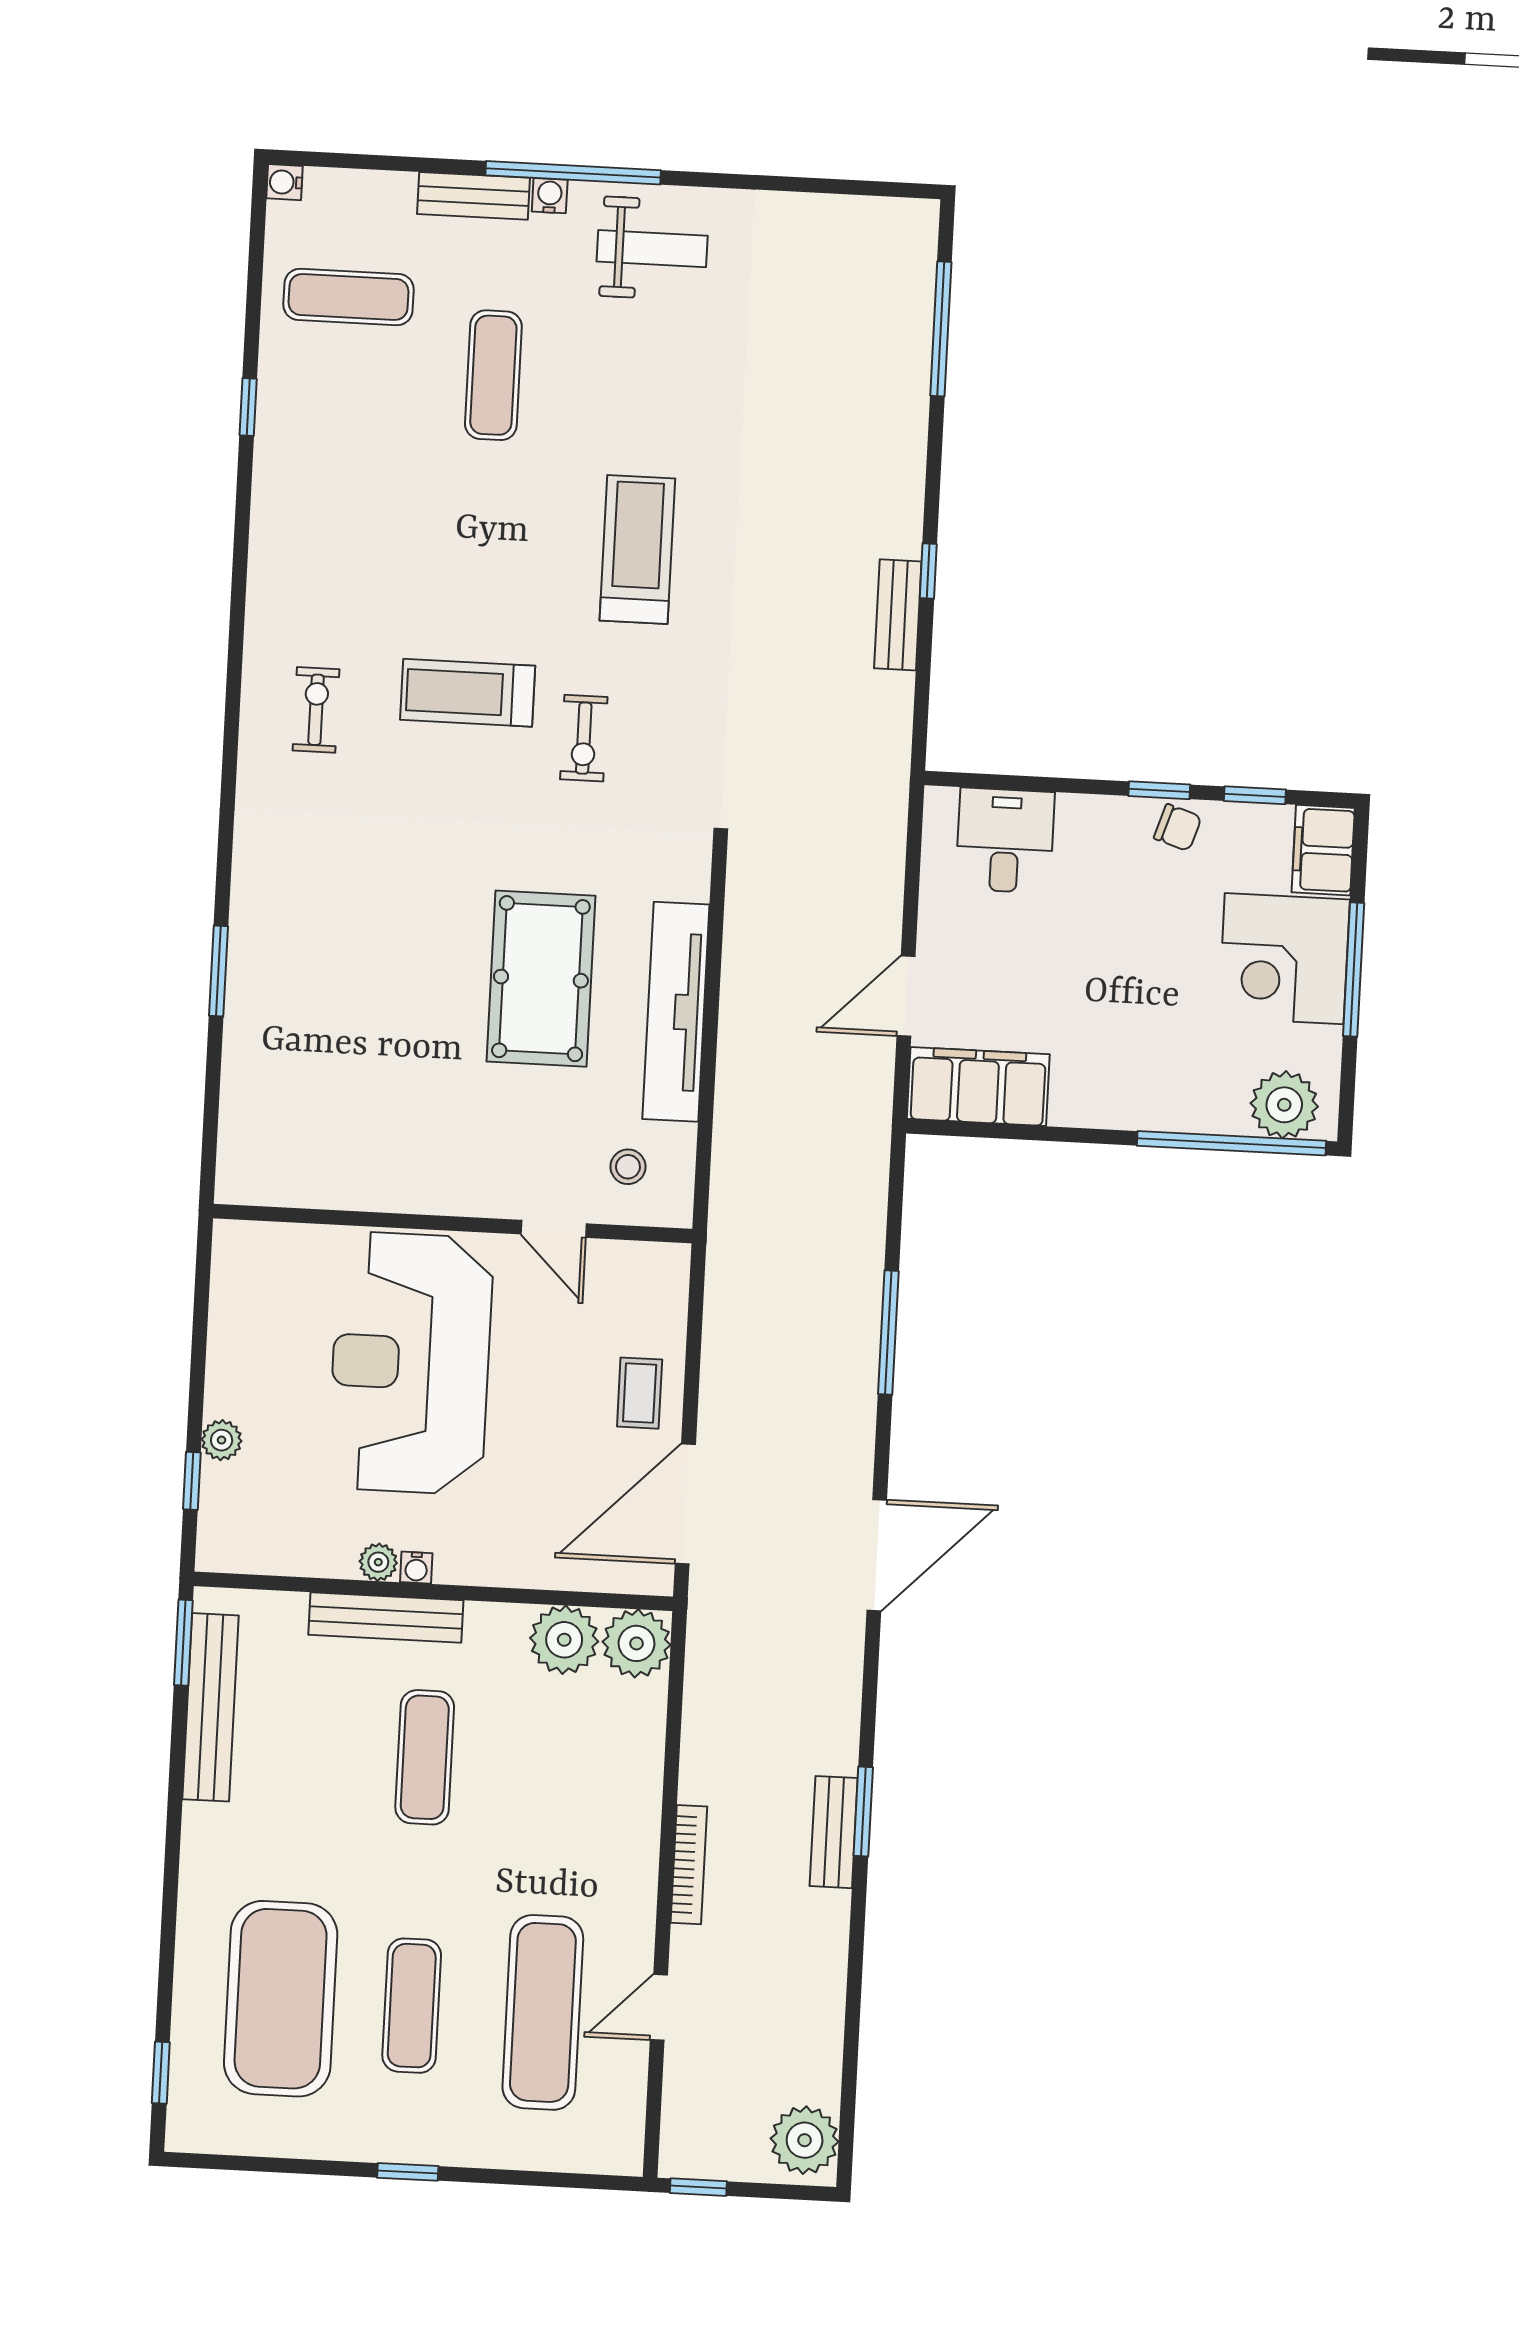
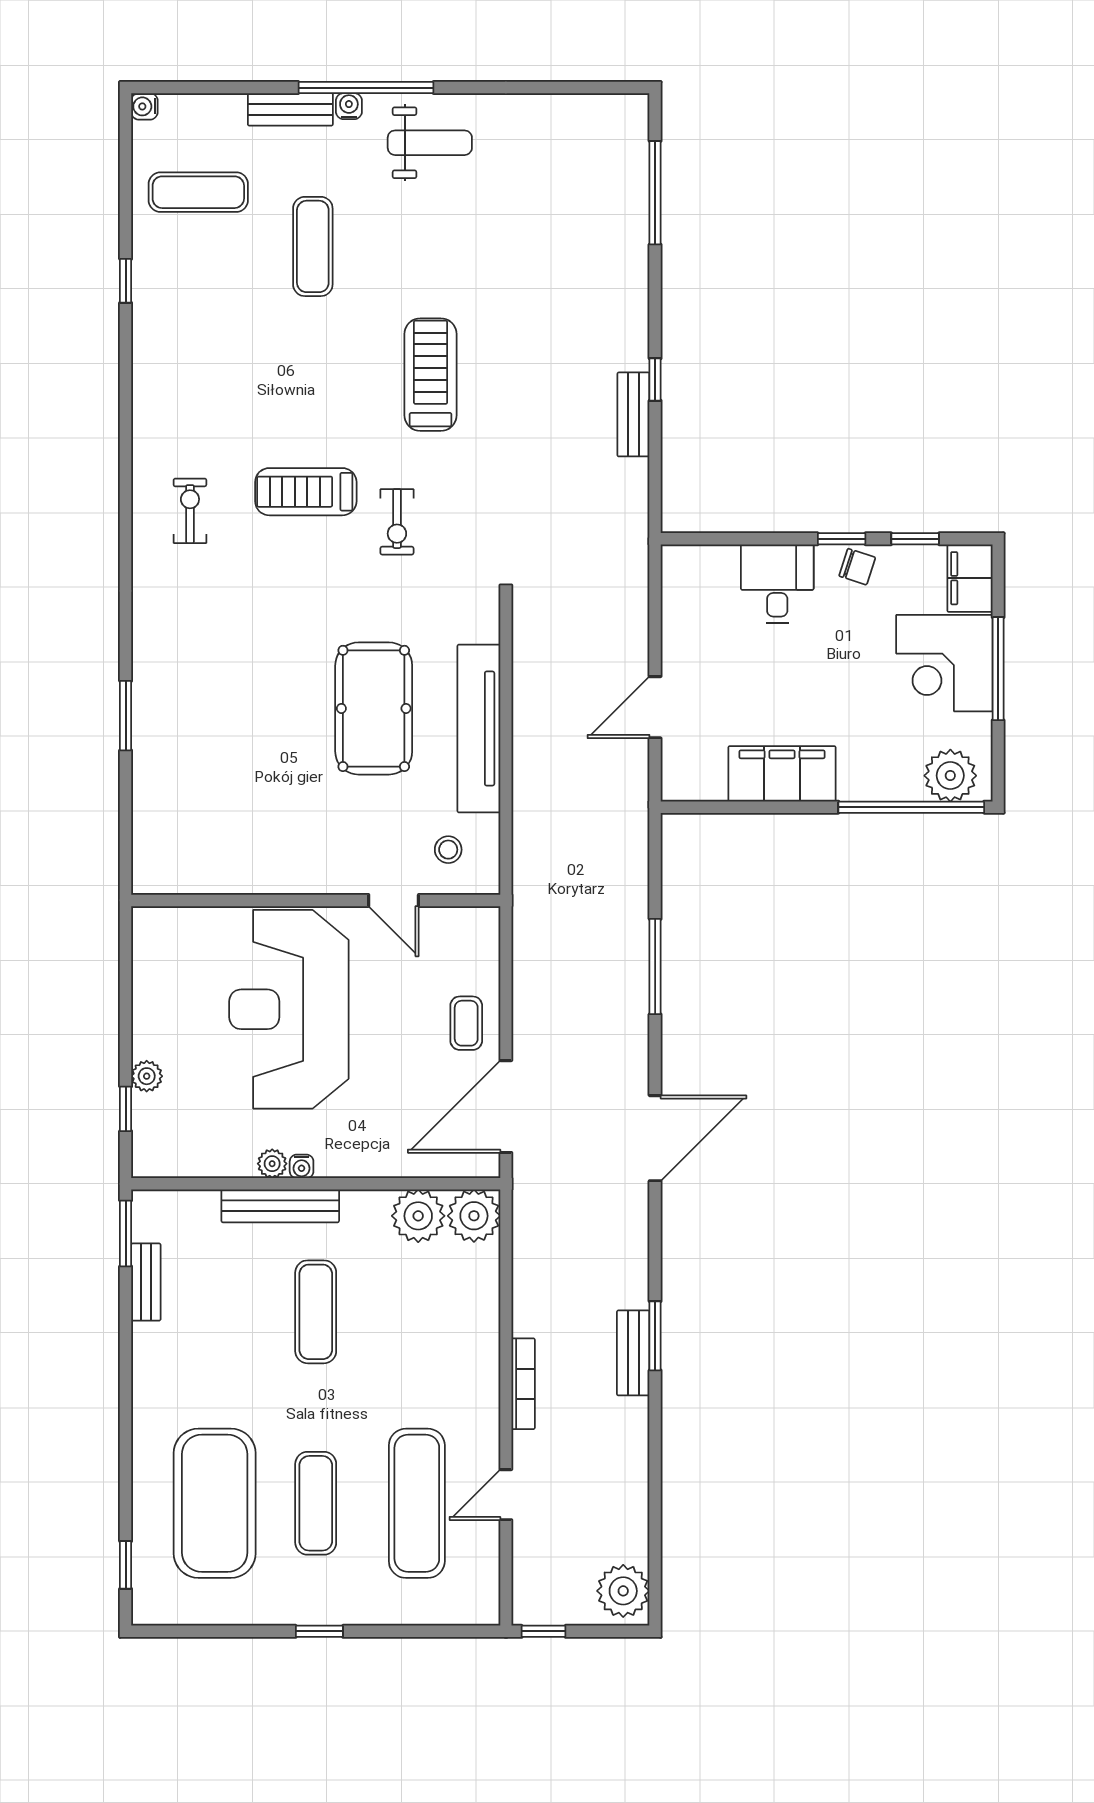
desk: (1005, 840) -> (777, 584), moved
filing cabinet: (978, 1087) -> (782, 774), moved
bench: (211, 1707) -> (146, 1282), width x0.54, depth x0.82

